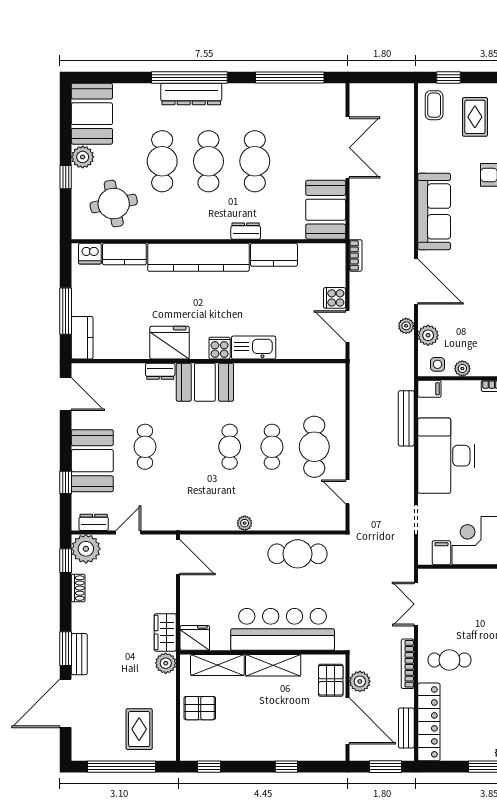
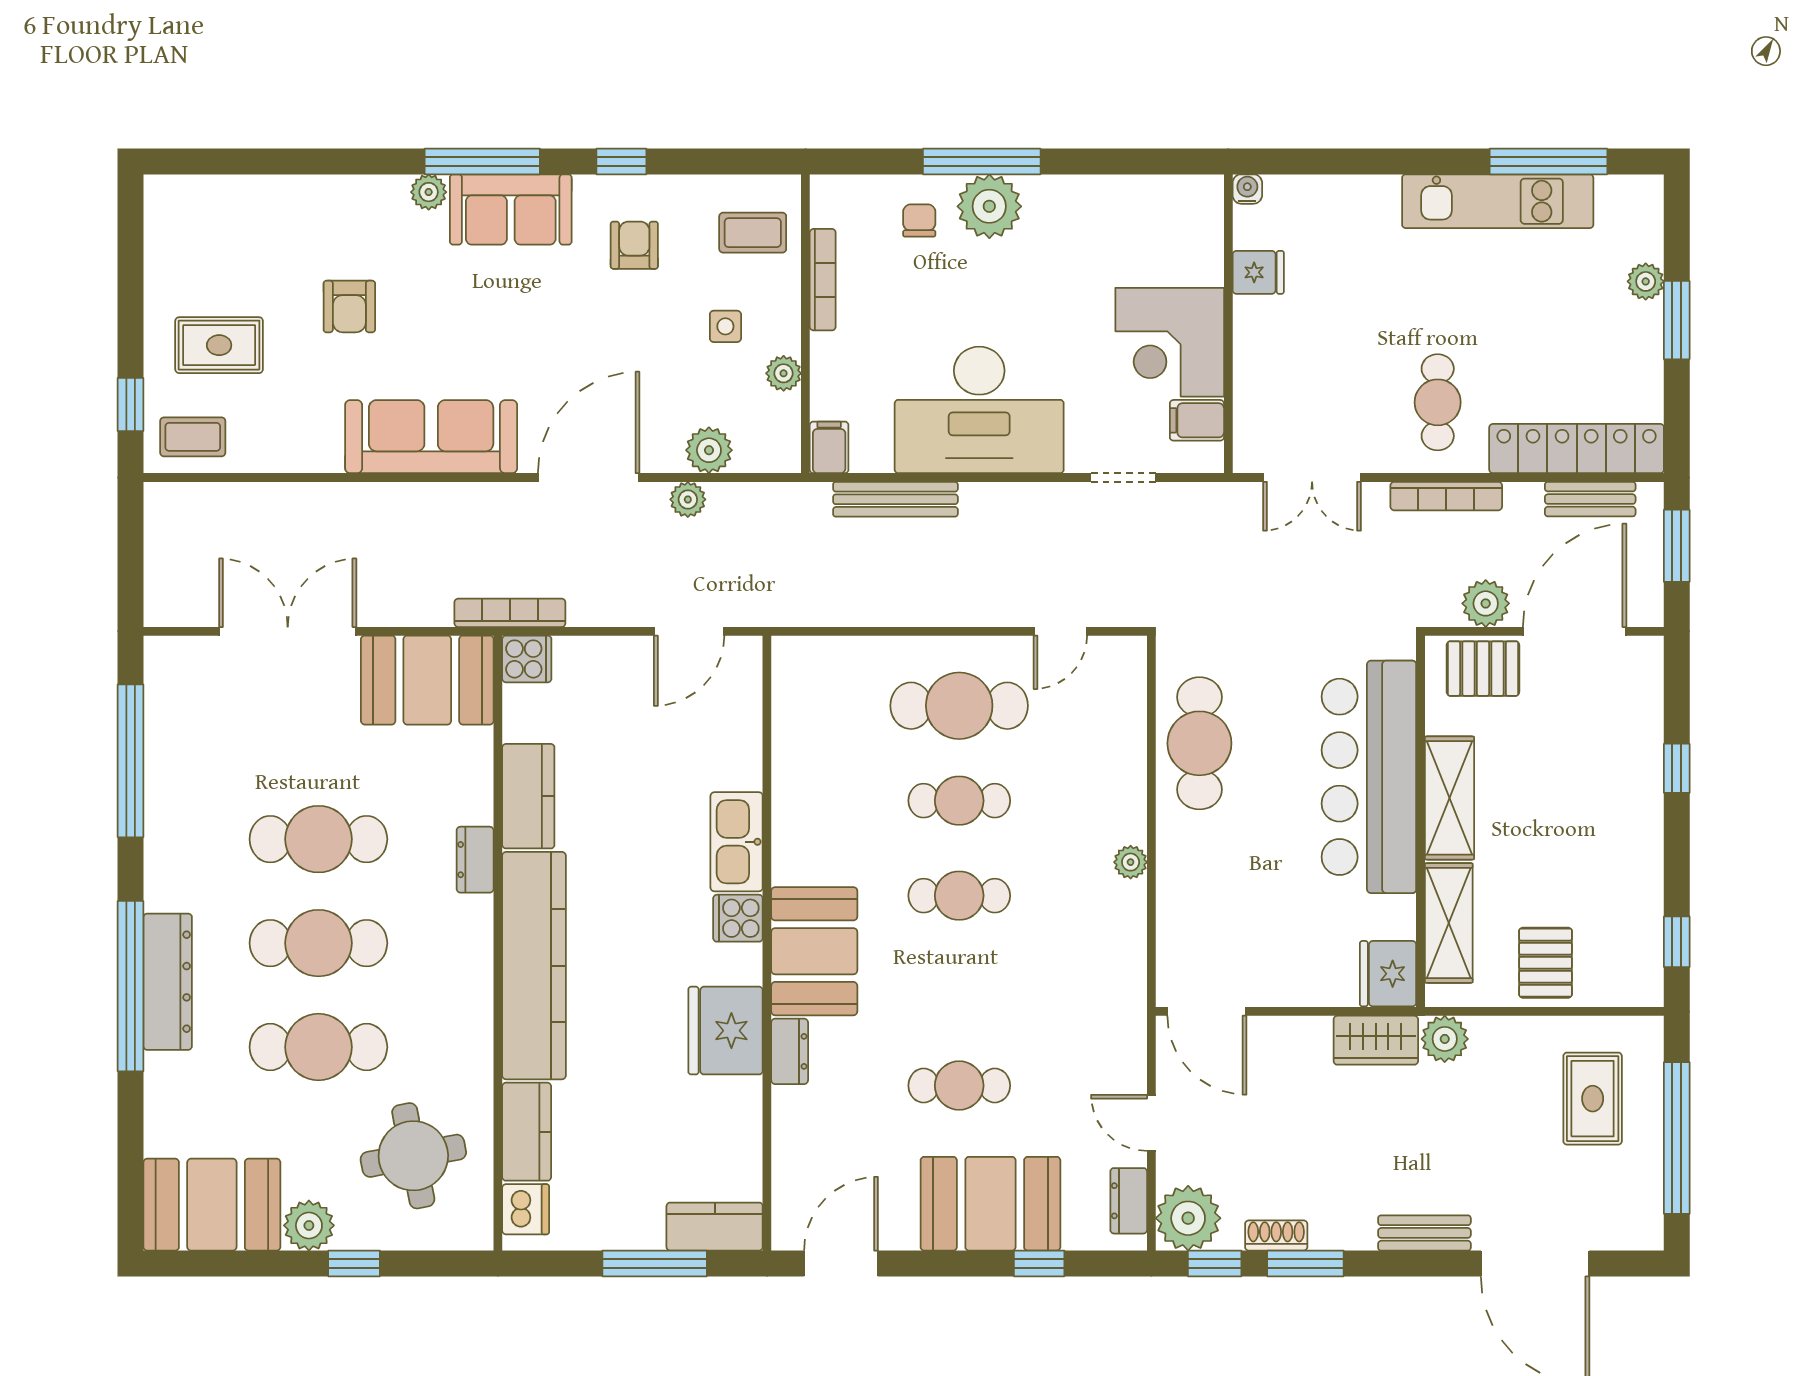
bookcase: (356, 255) -> (510, 613), width x1.56
cooker: (335, 298) -> (527, 659), moved, turned -90
side table: (438, 364) -> (725, 326), moved
door: (178, 557) -> (1207, 1011), swing flipped
window: (66, 649) -> (1305, 1263), moved
rug: (139, 729) -> (1593, 1099), turned 90

